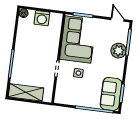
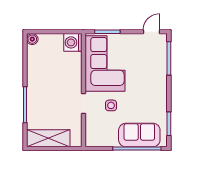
washing machine: (42, 18) -> (73, 42), moved, turned 90
door: (118, 20) -> (151, 32), hinge flipped
plant: (119, 51) -> (158, 71), removed
sofa: (111, 94) -> (139, 135), moved, turned 90

